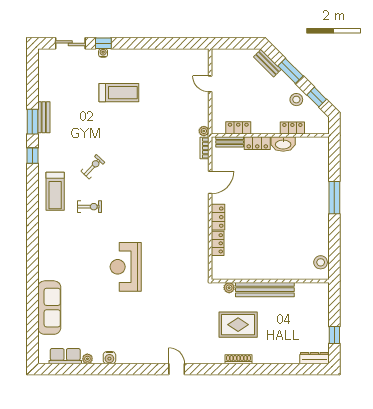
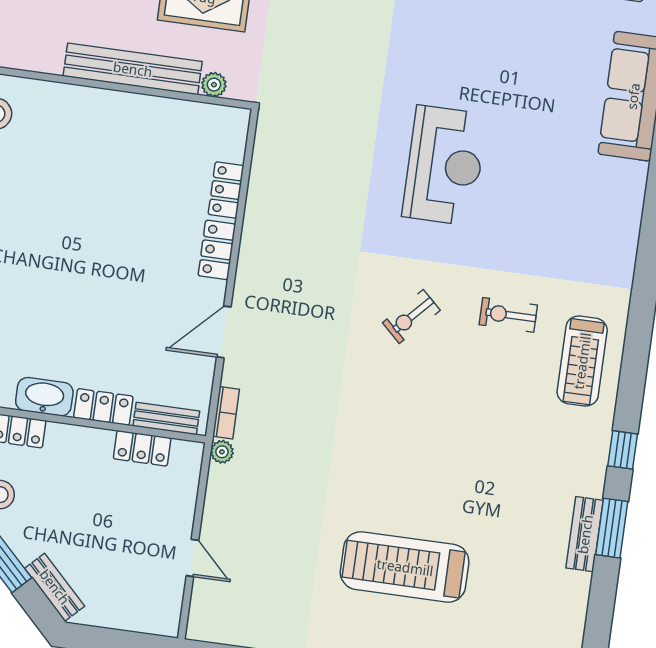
treadmill: (119, 93) -> (405, 567), width x1.37, depth x1.37
exercise bike: (93, 167) -> (411, 316), moved
treadmill: (55, 191) -> (582, 361), turned 180

